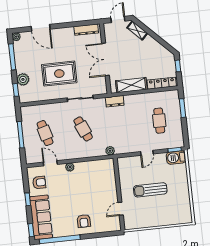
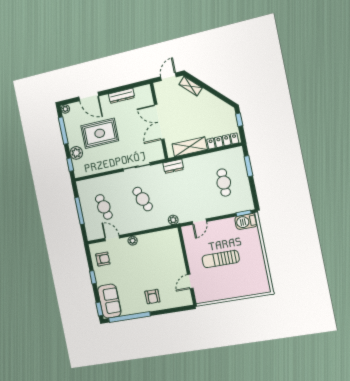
dresser: (86, 30) -> (121, 96), moved
rug: (59, 74) -> (100, 133), moved
door: (147, 153) -> (199, 222), moved
sofa: (41, 217) -> (109, 301), width x0.73

